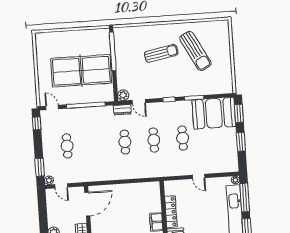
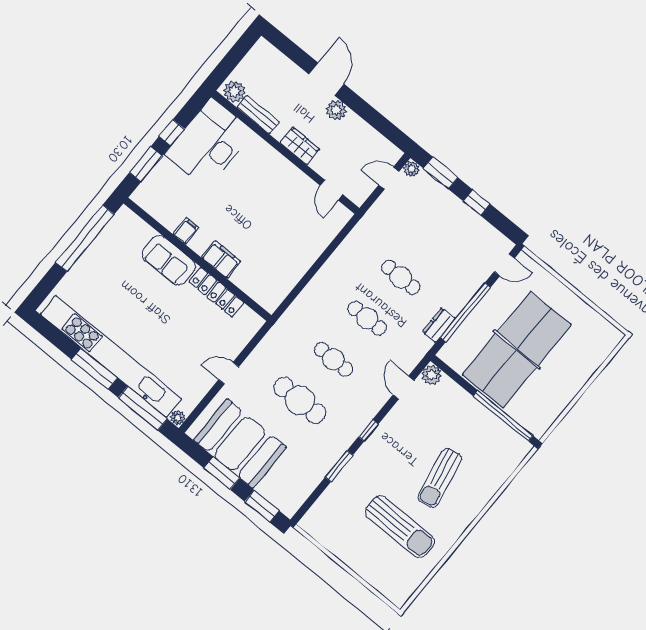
sun lounger: (195, 51) -> (400, 527), turned -152
door: (139, 102) -> (404, 388), hinge flipped
dresser: (122, 110) -> (439, 325), moved
booth: (214, 113) -> (240, 444), moved, turned 90
window: (37, 123) -> (477, 203), moved
cafe table: (183, 138) -> (300, 400), width x1.37, depth x1.35
cafe table: (67, 146) -> (401, 277), moved
door: (87, 204) -> (332, 190), width x0.53

